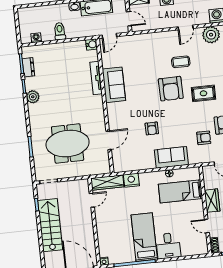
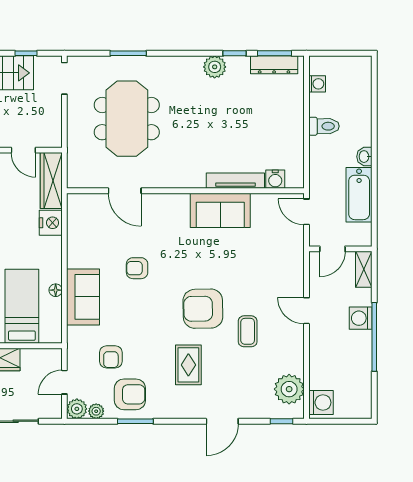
door: (186, 28) -> (306, 311), moved
water cooler: (92, 44) -> (275, 179), moved
dresser: (28, 67) -> (274, 65), width x1.44

